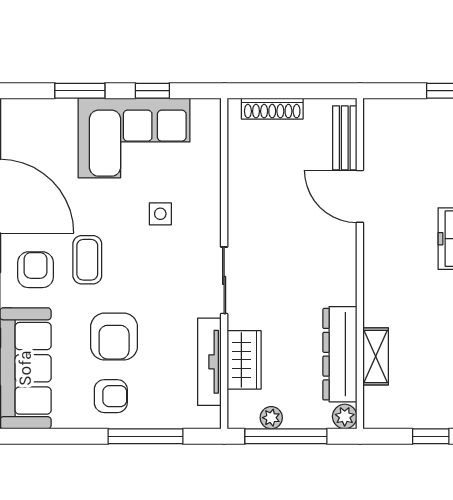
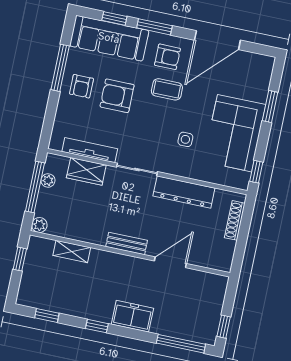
window: (152, 91) -> (256, 172), moved
bench: (345, 138) -> (127, 243), moved
dresser: (340, 354) -> (184, 192), moved, turned 180
window: (146, 436) -> (60, 68), moved
window: (431, 436) -> (20, 259), moved

